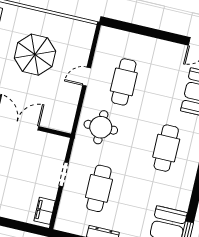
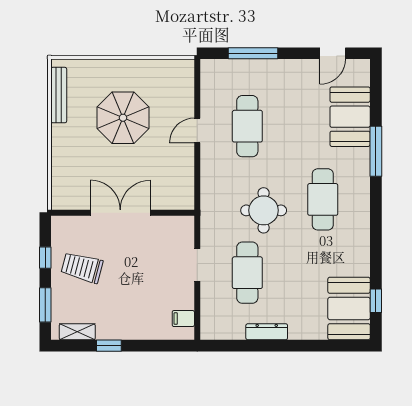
window: (140, 30) -> (253, 53), added
round table: (101, 127) -> (264, 210), moved
filing cabinet: (45, 211) -> (183, 319), width x0.50

